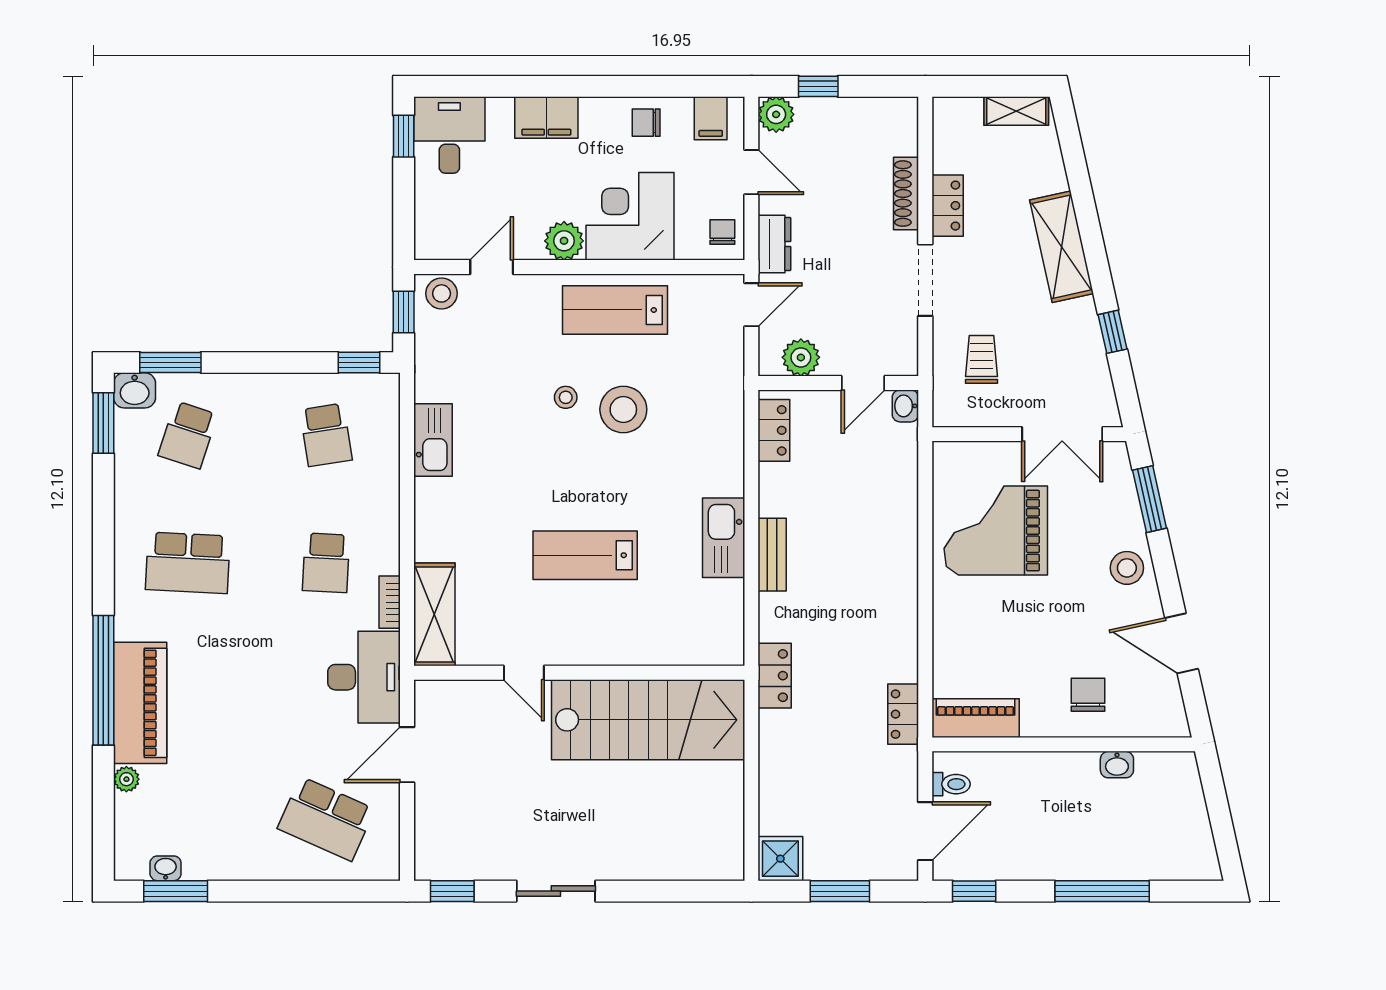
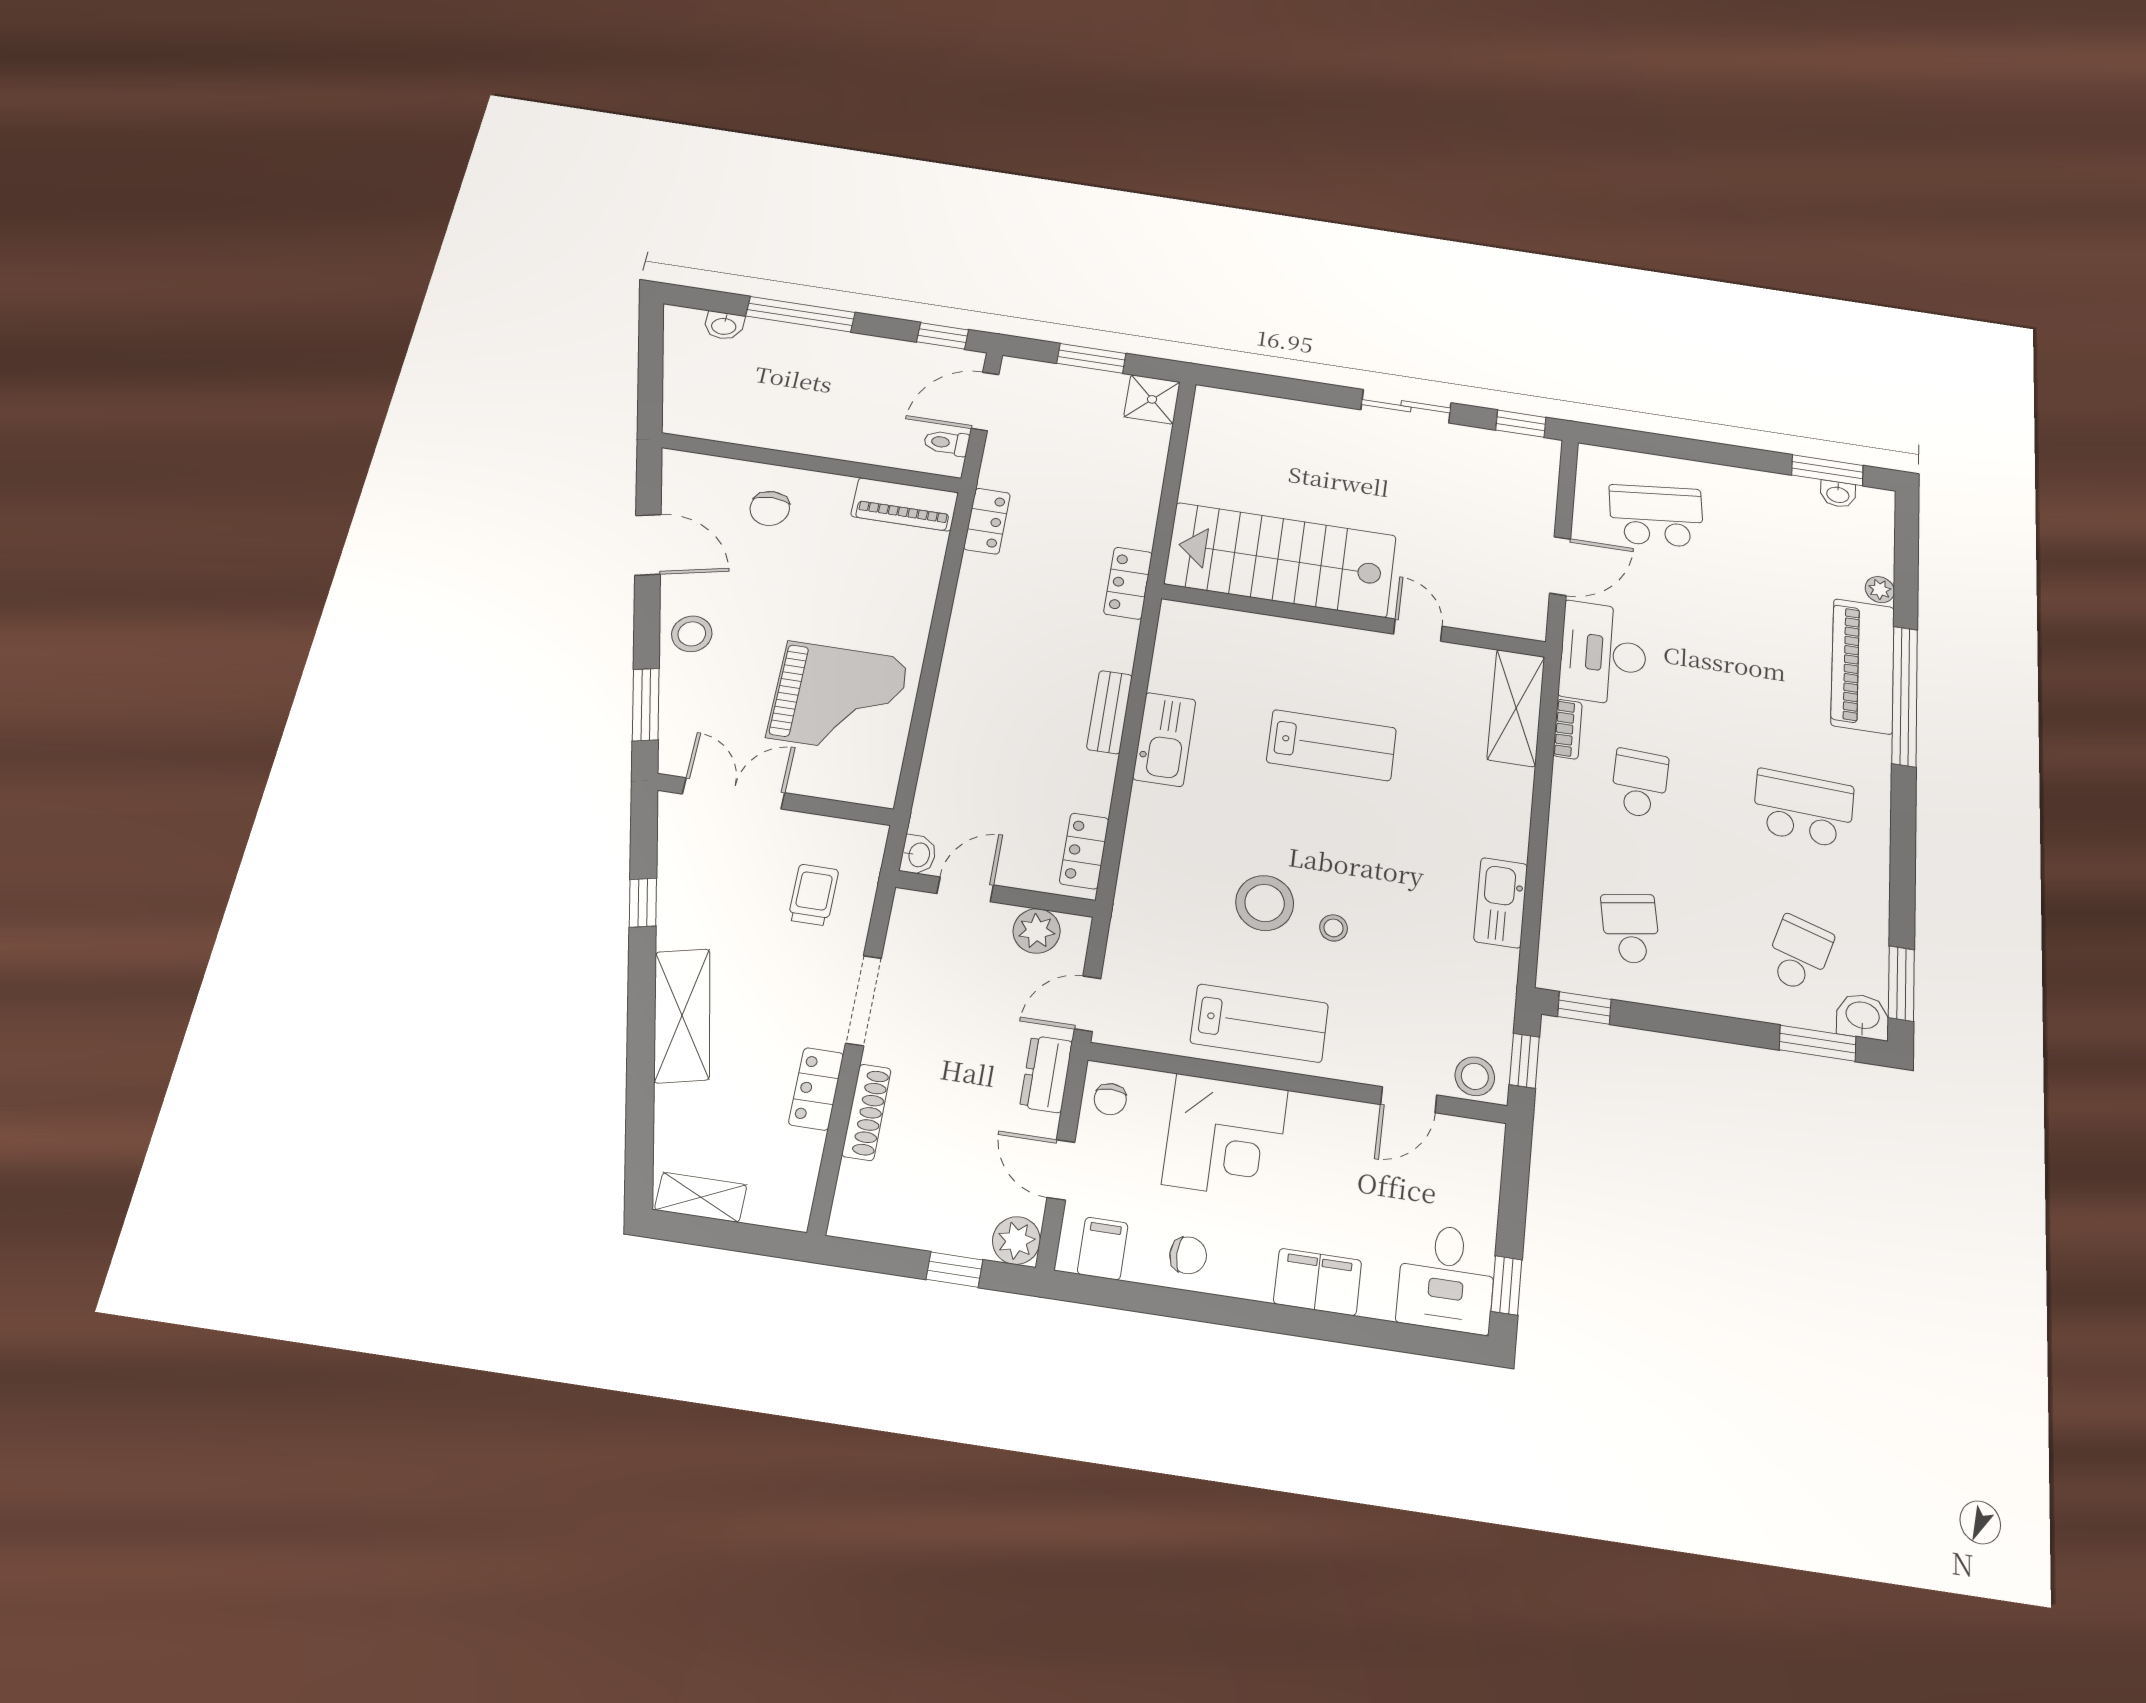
plant: (564, 241) -> (1313, 1119), removed
trolley: (981, 359) -> (813, 895), turned 180
washbasin: (1117, 765) -> (724, 326), moved, turned 180
school desk: (326, 819) -> (1656, 516), turned -30

